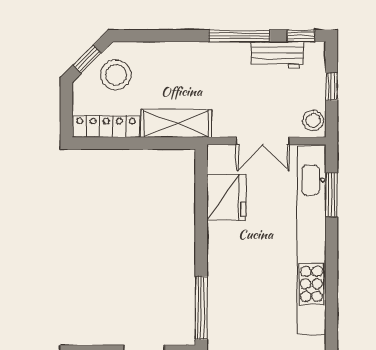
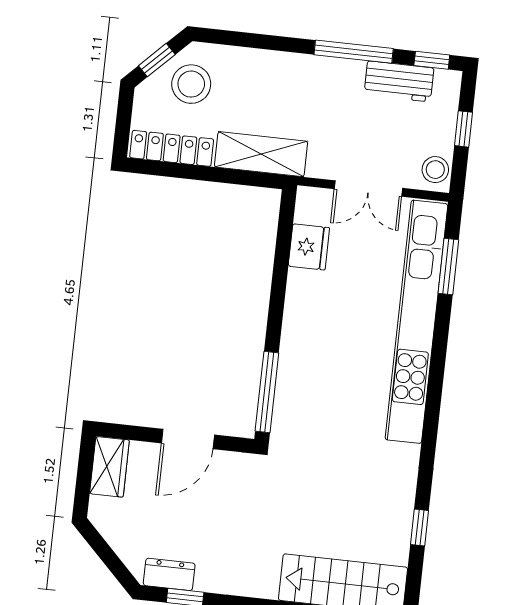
fridge: (226, 197) -> (309, 247), width x0.73, depth x0.75

